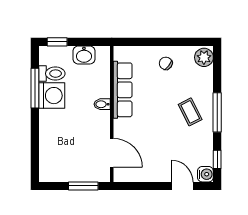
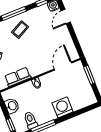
row of seats: (123, 90) -> (18, 77), width x0.68
washing machine: (52, 96) -> (63, 107), moved

